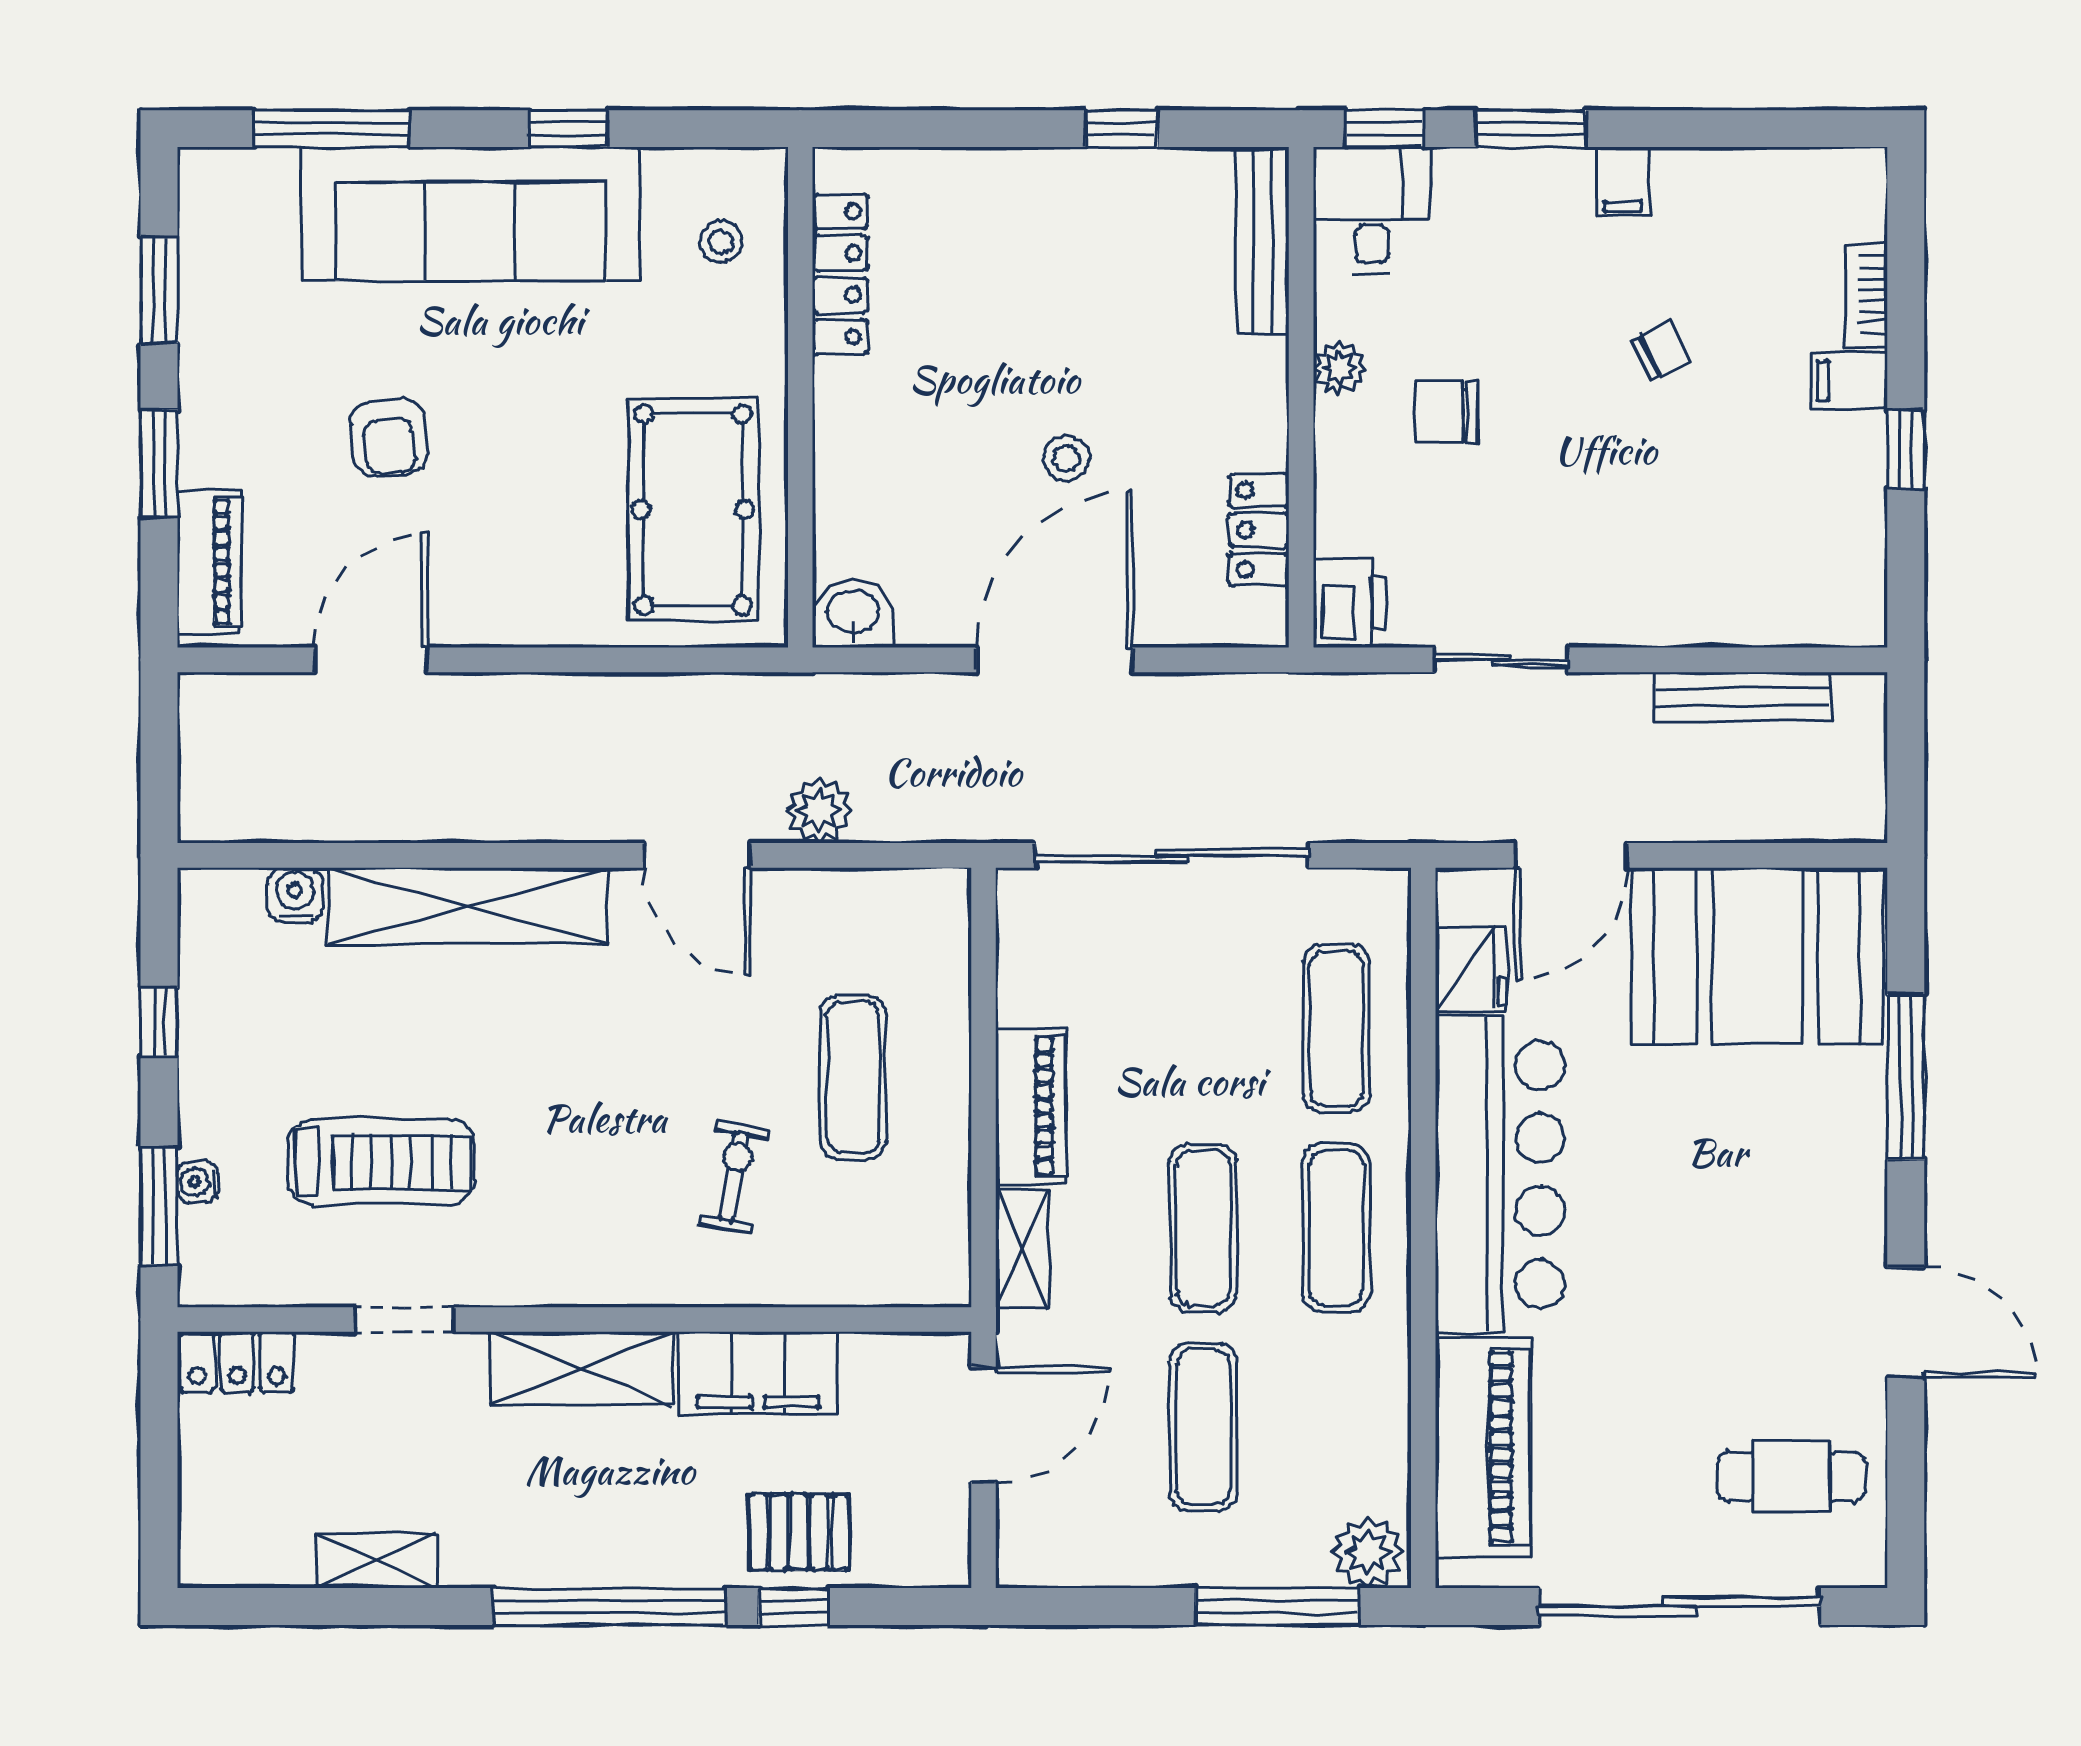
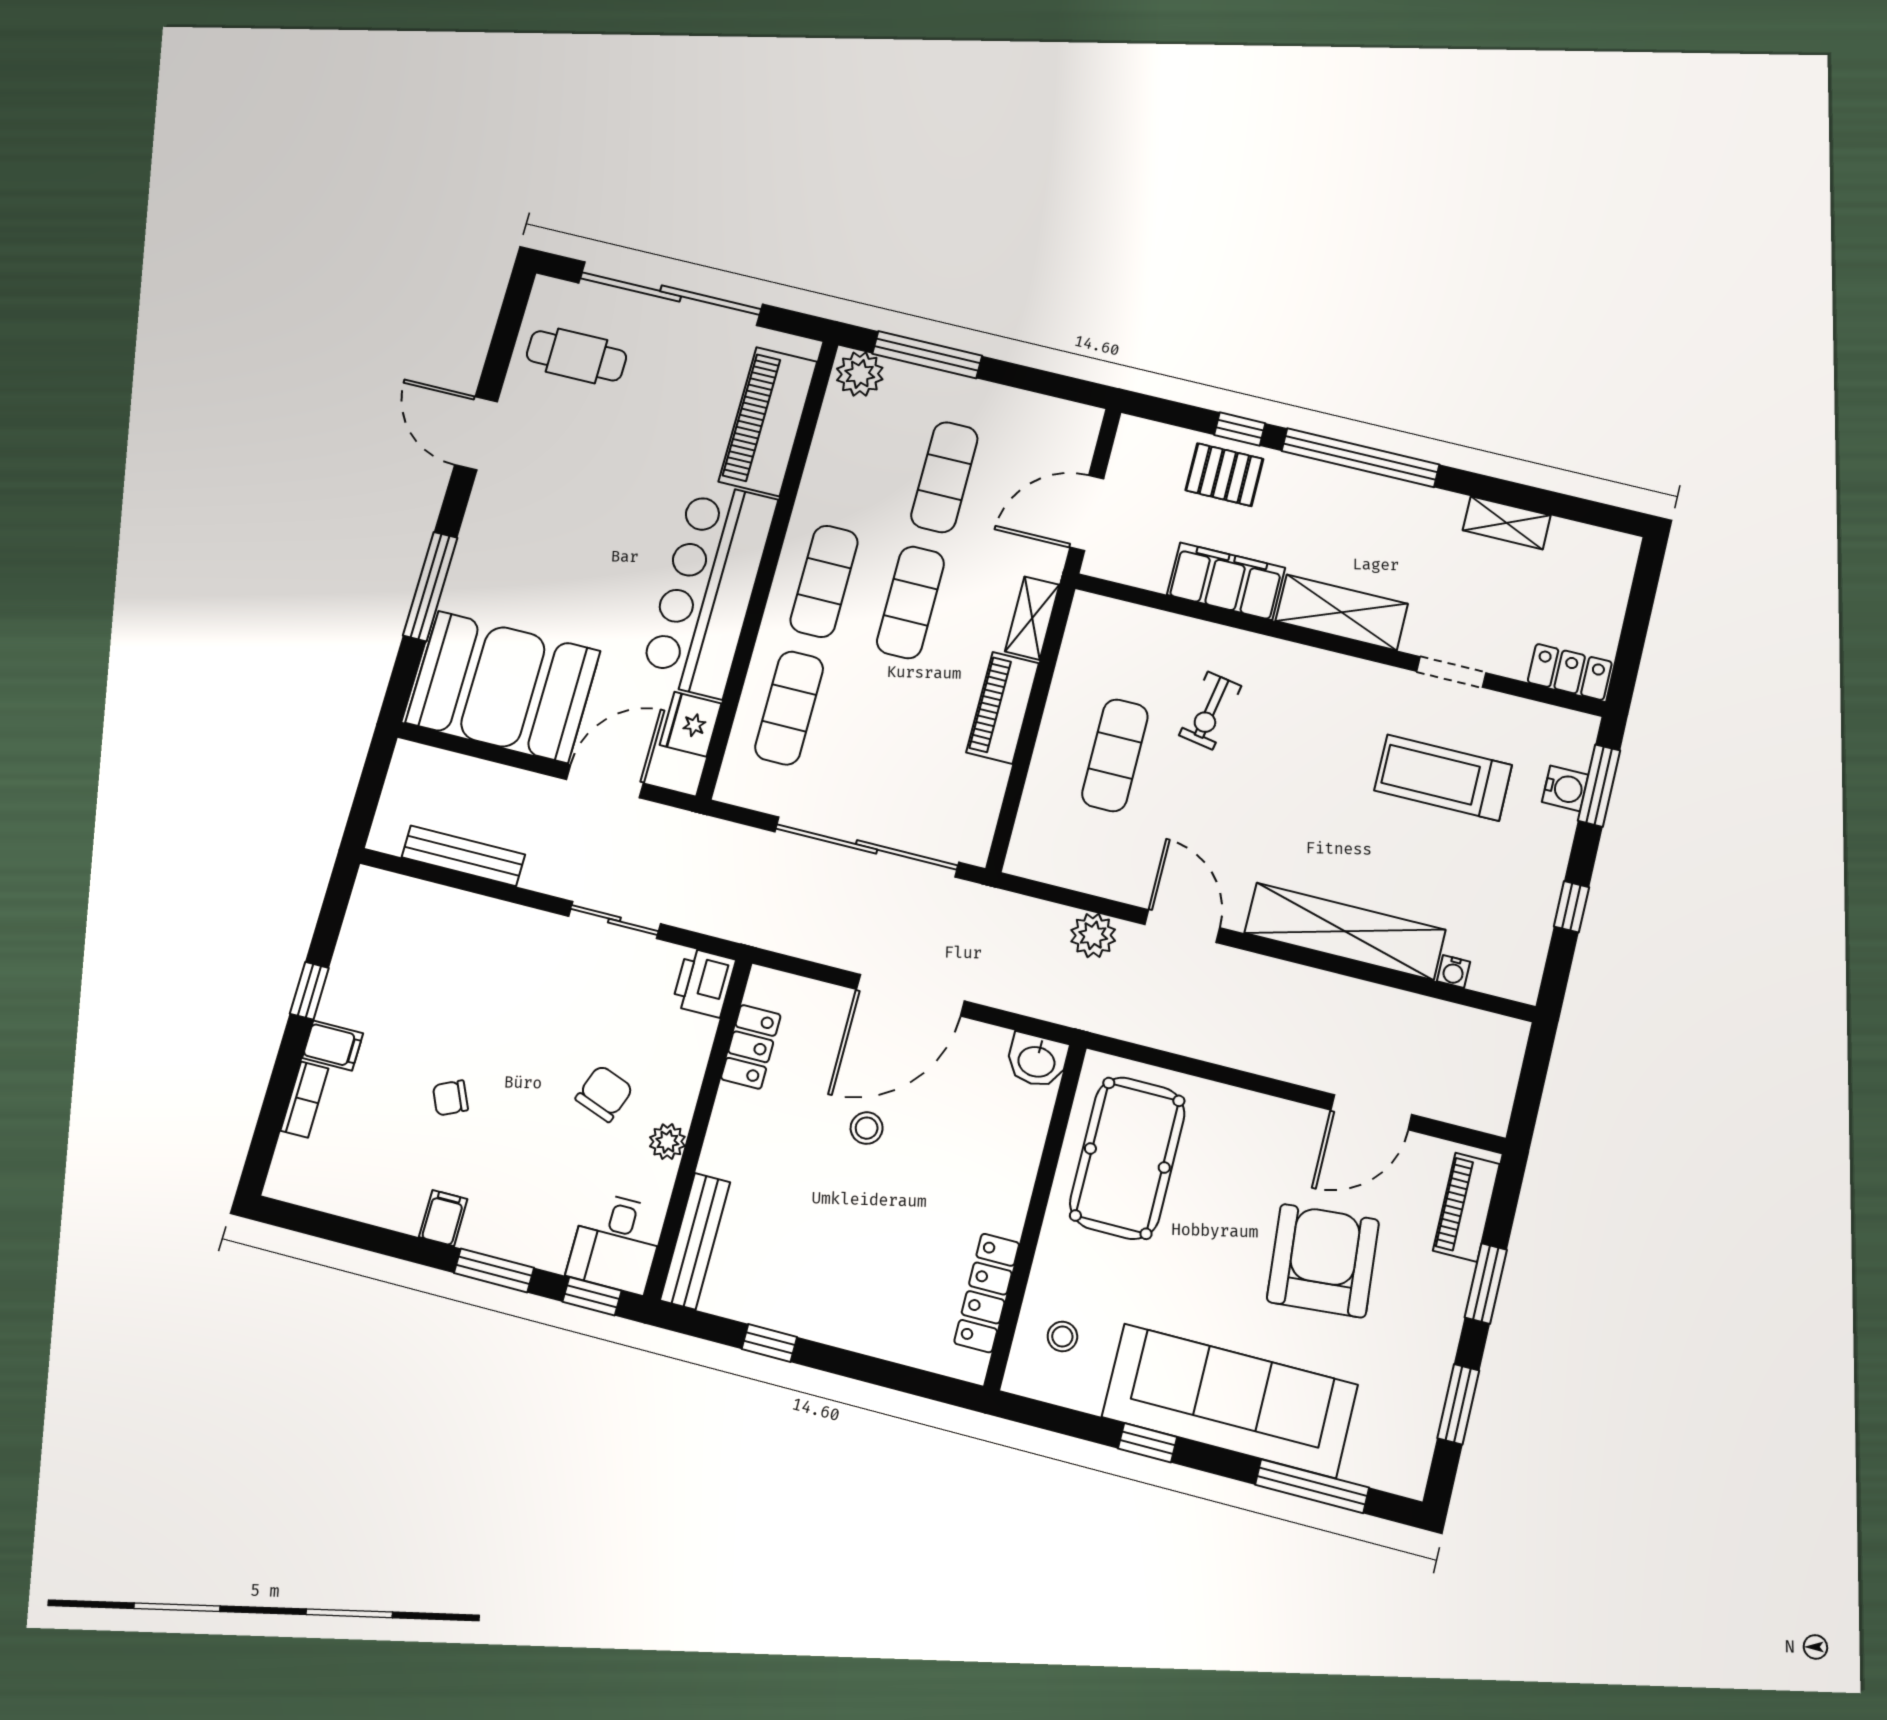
chair: (1447, 412) -> (604, 1093), turned -70
armchair: (389, 437) -> (1323, 1261), width x1.88, depth x1.88
water cooler: (295, 895) -> (1454, 971), width x0.72, depth x0.72
water cooler: (198, 1182) -> (1565, 788), width x1.38, depth x1.38

